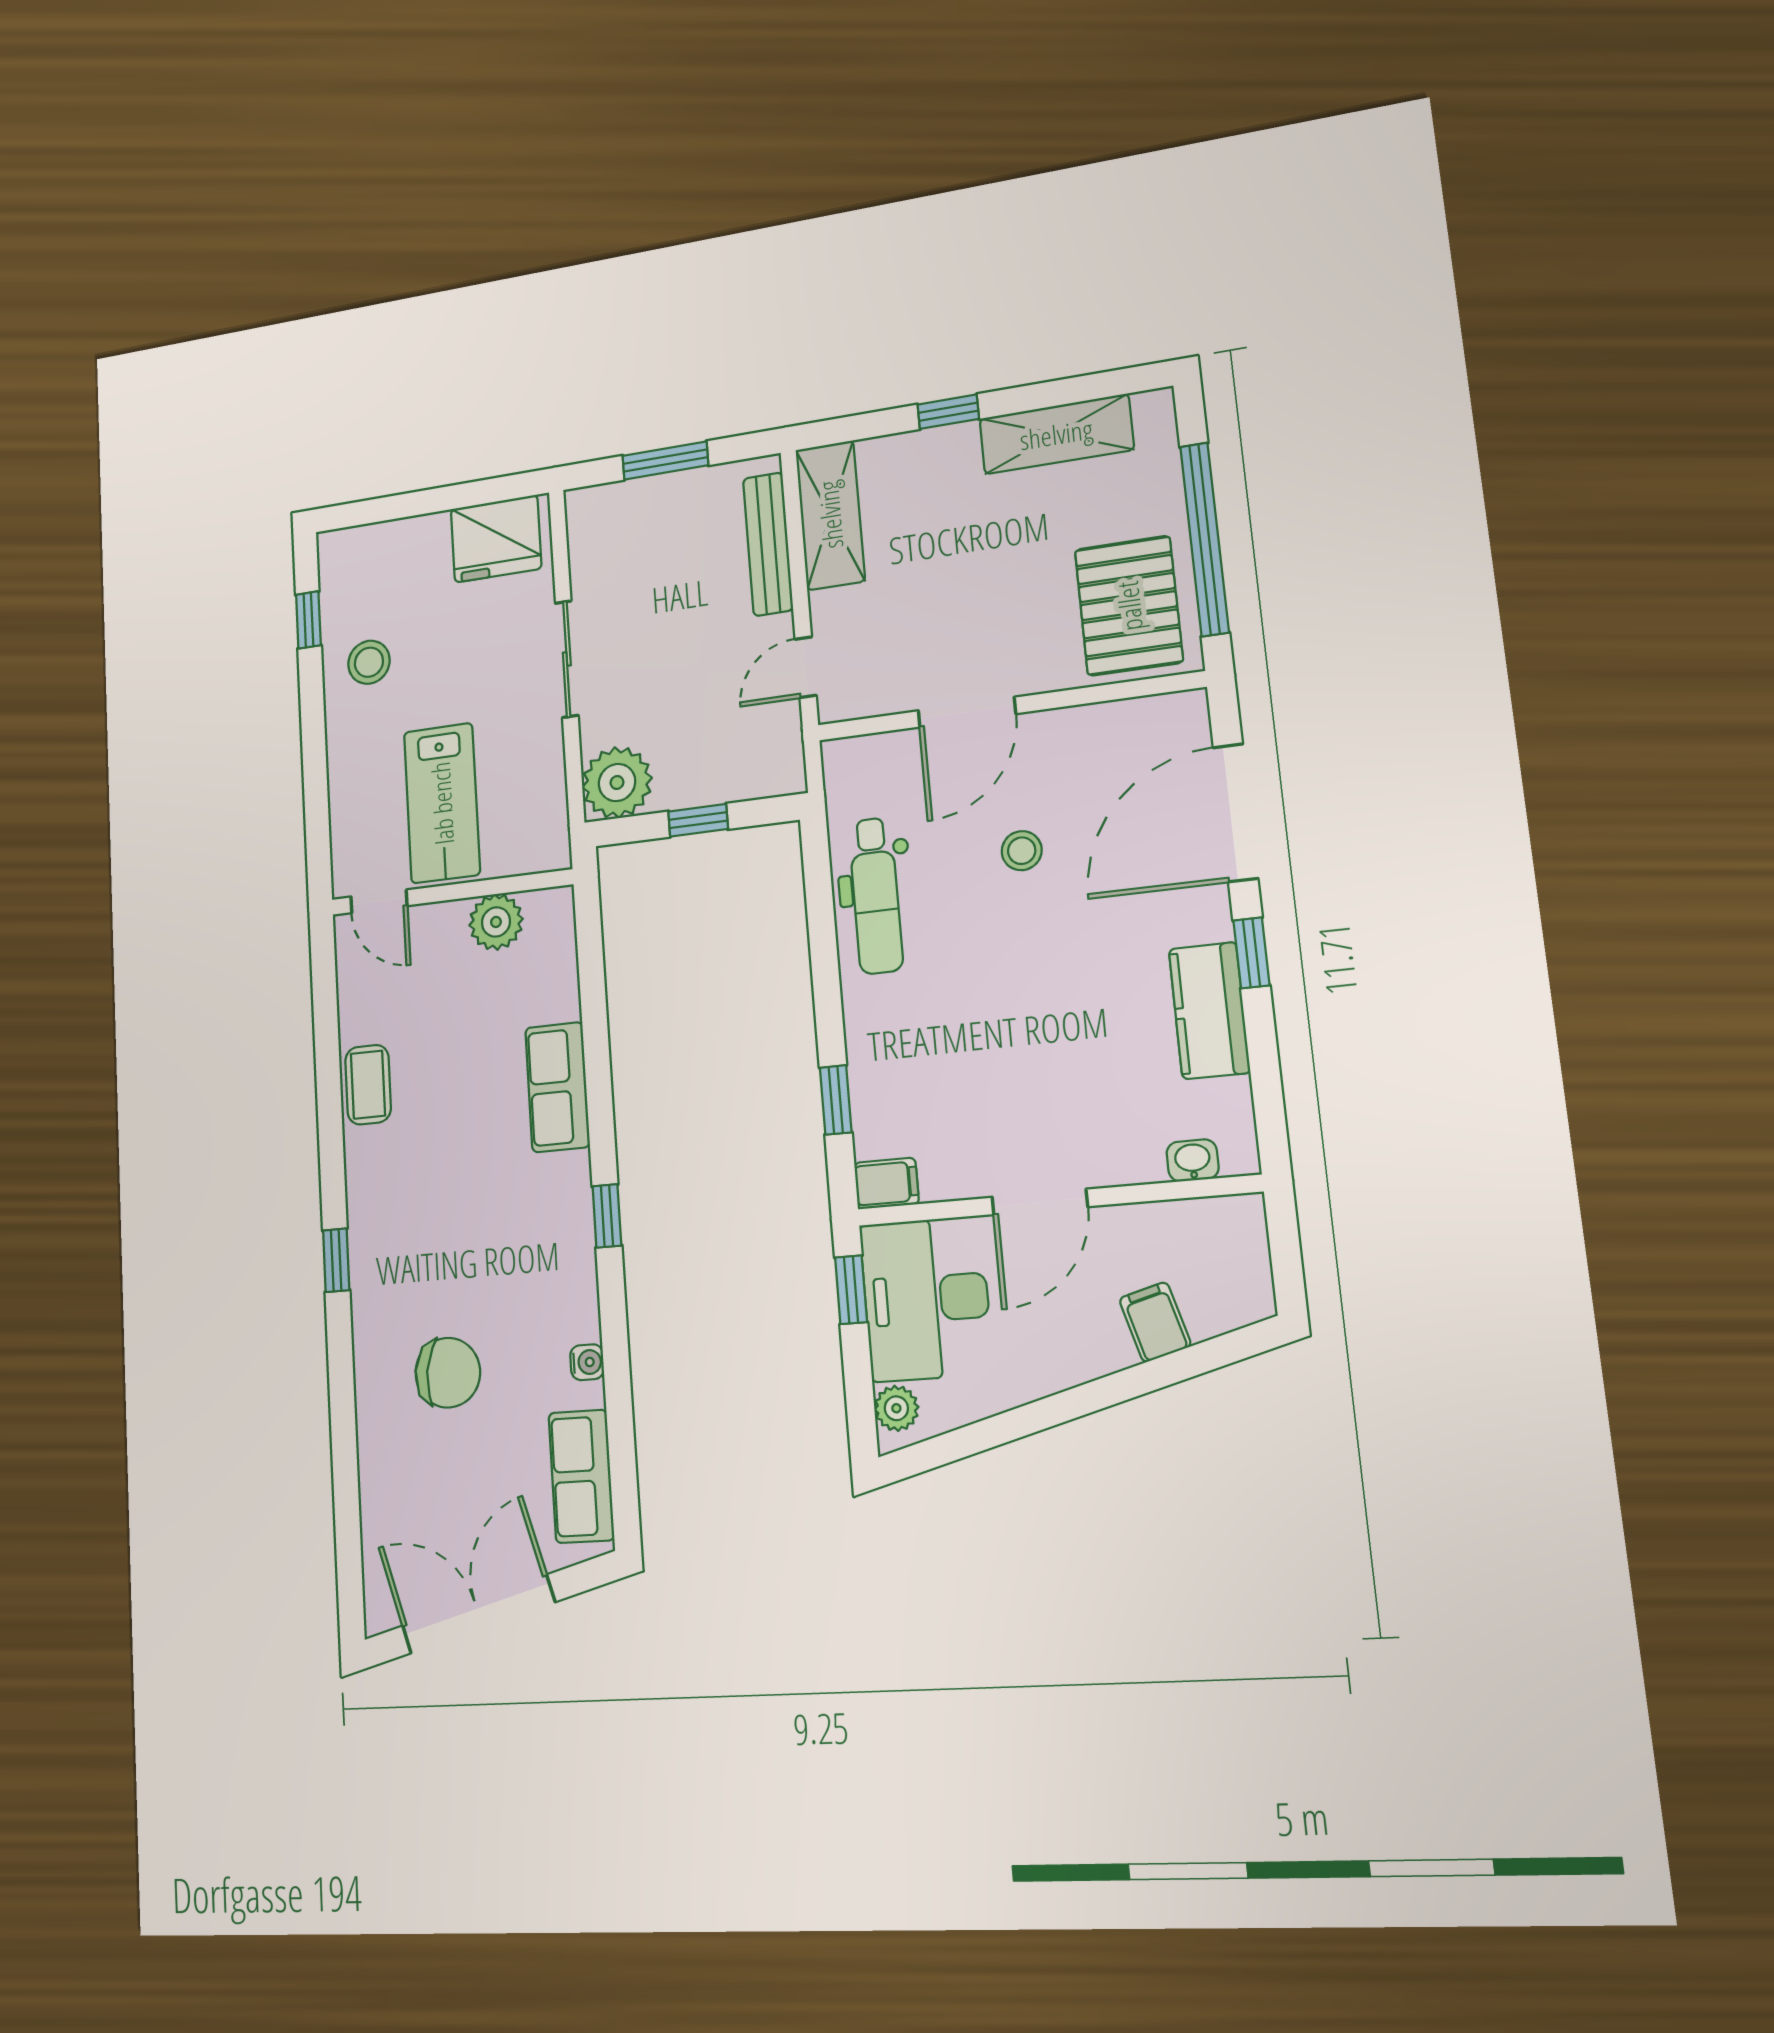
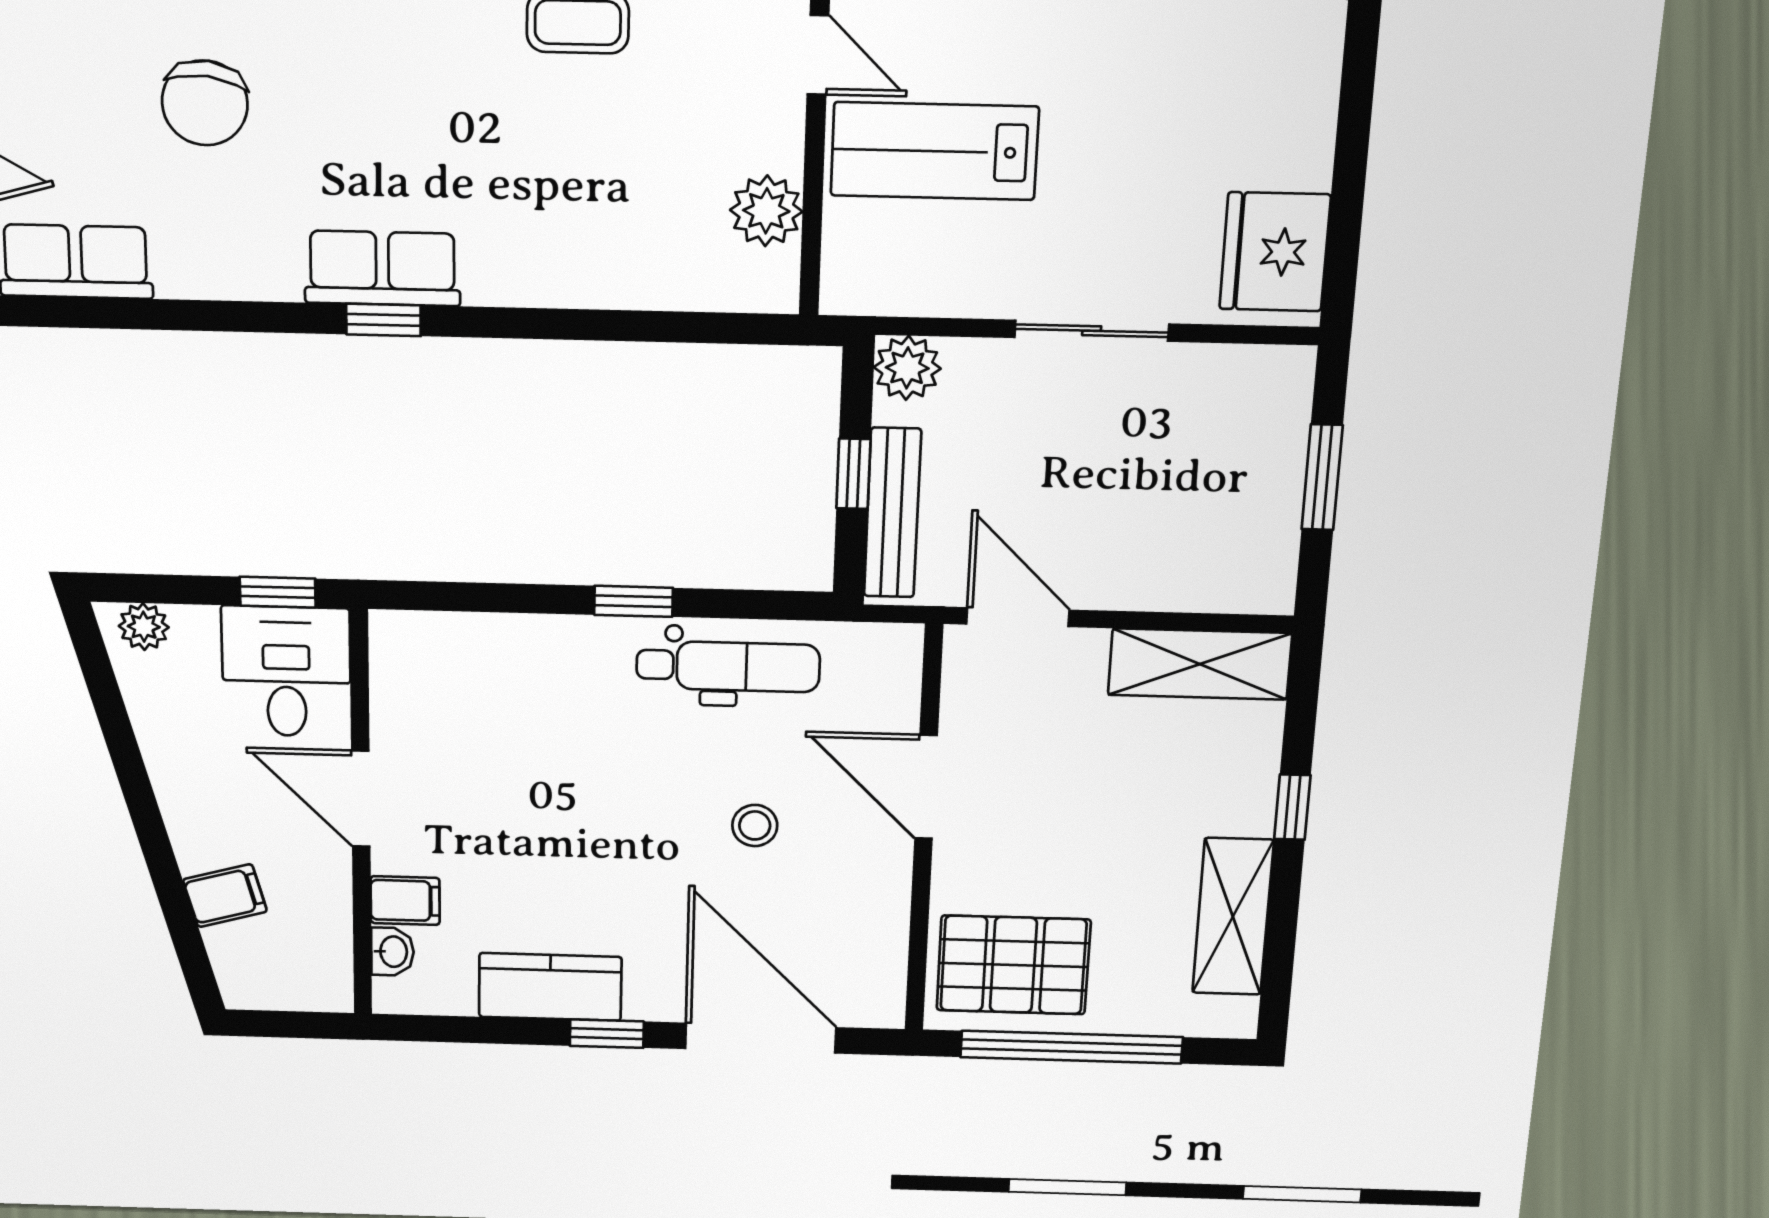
bench: (768, 544) -> (892, 513), moved, turned 90
stool: (369, 662) -> (1146, 64), removed
door: (806, 667) -> (1018, 617), width x1.38
plant: (617, 783) -> (907, 368), width x0.73, depth x0.73
dental chair: (876, 896) -> (728, 666), turned 180
door: (379, 901) -> (818, 55), swing flipped
row of seats: (557, 1087) -> (382, 268), moved
window: (836, 1100) -> (634, 601), moved
filing cabinet: (886, 1183) -> (405, 901), moved, turned -90
desk: (926, 1299) -> (286, 672), width x0.73
water cooler: (587, 1362) -> (210, 280), removed

